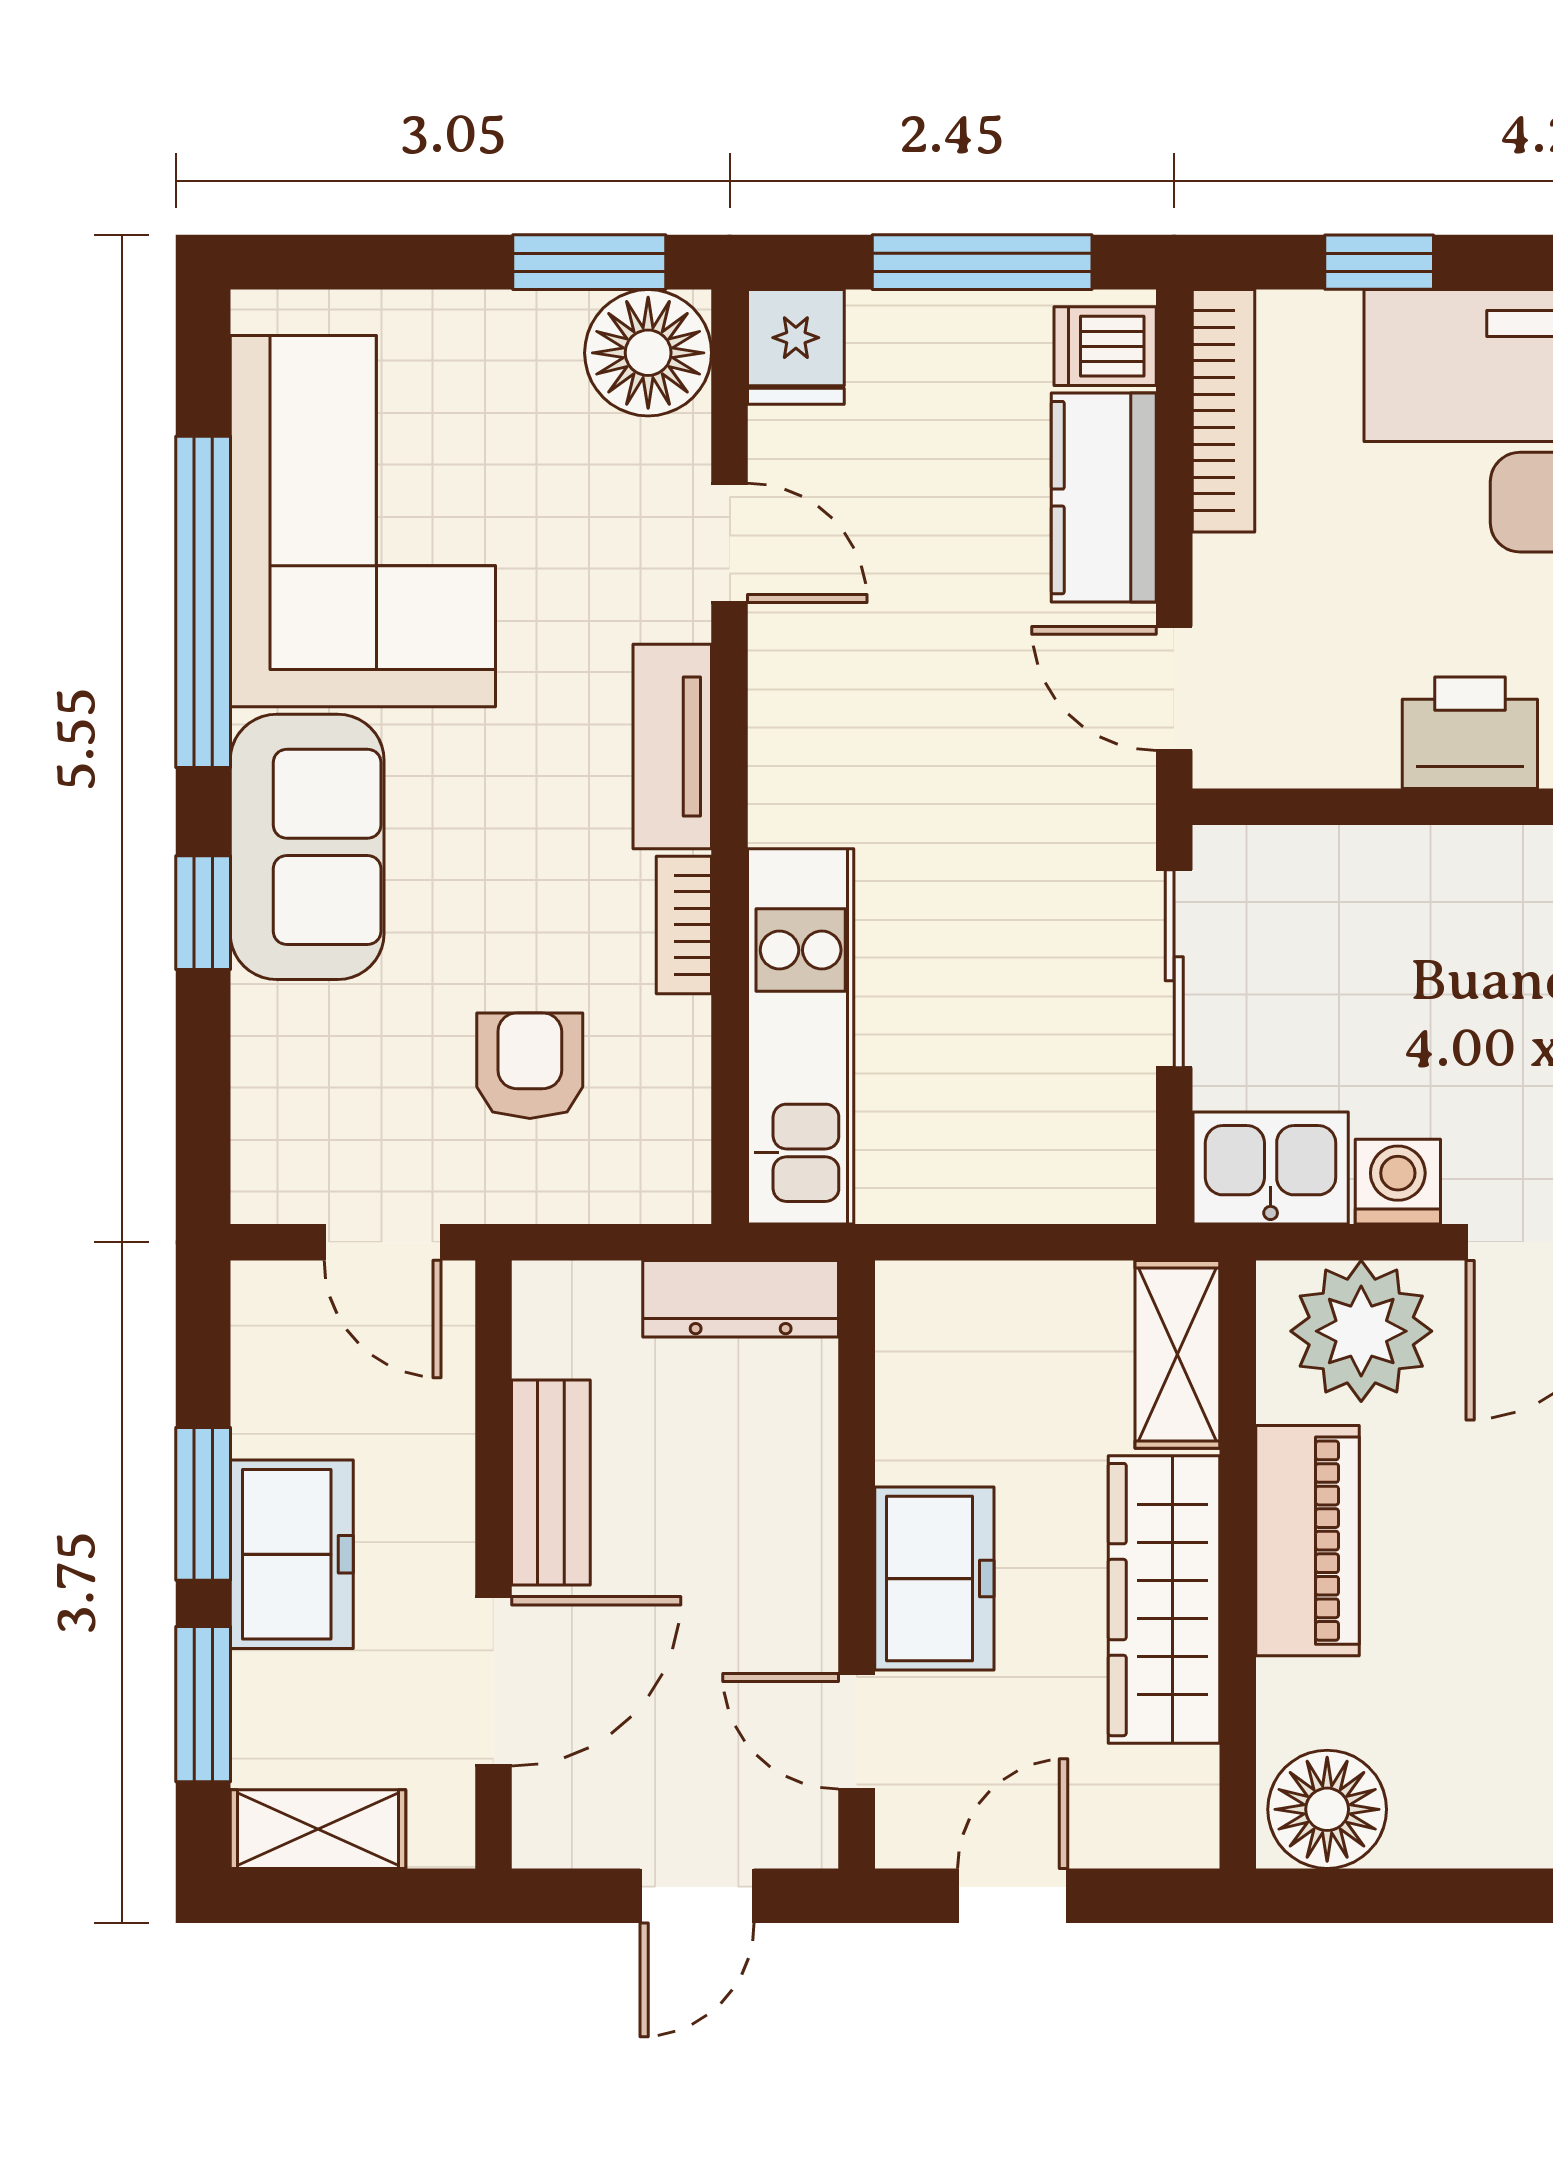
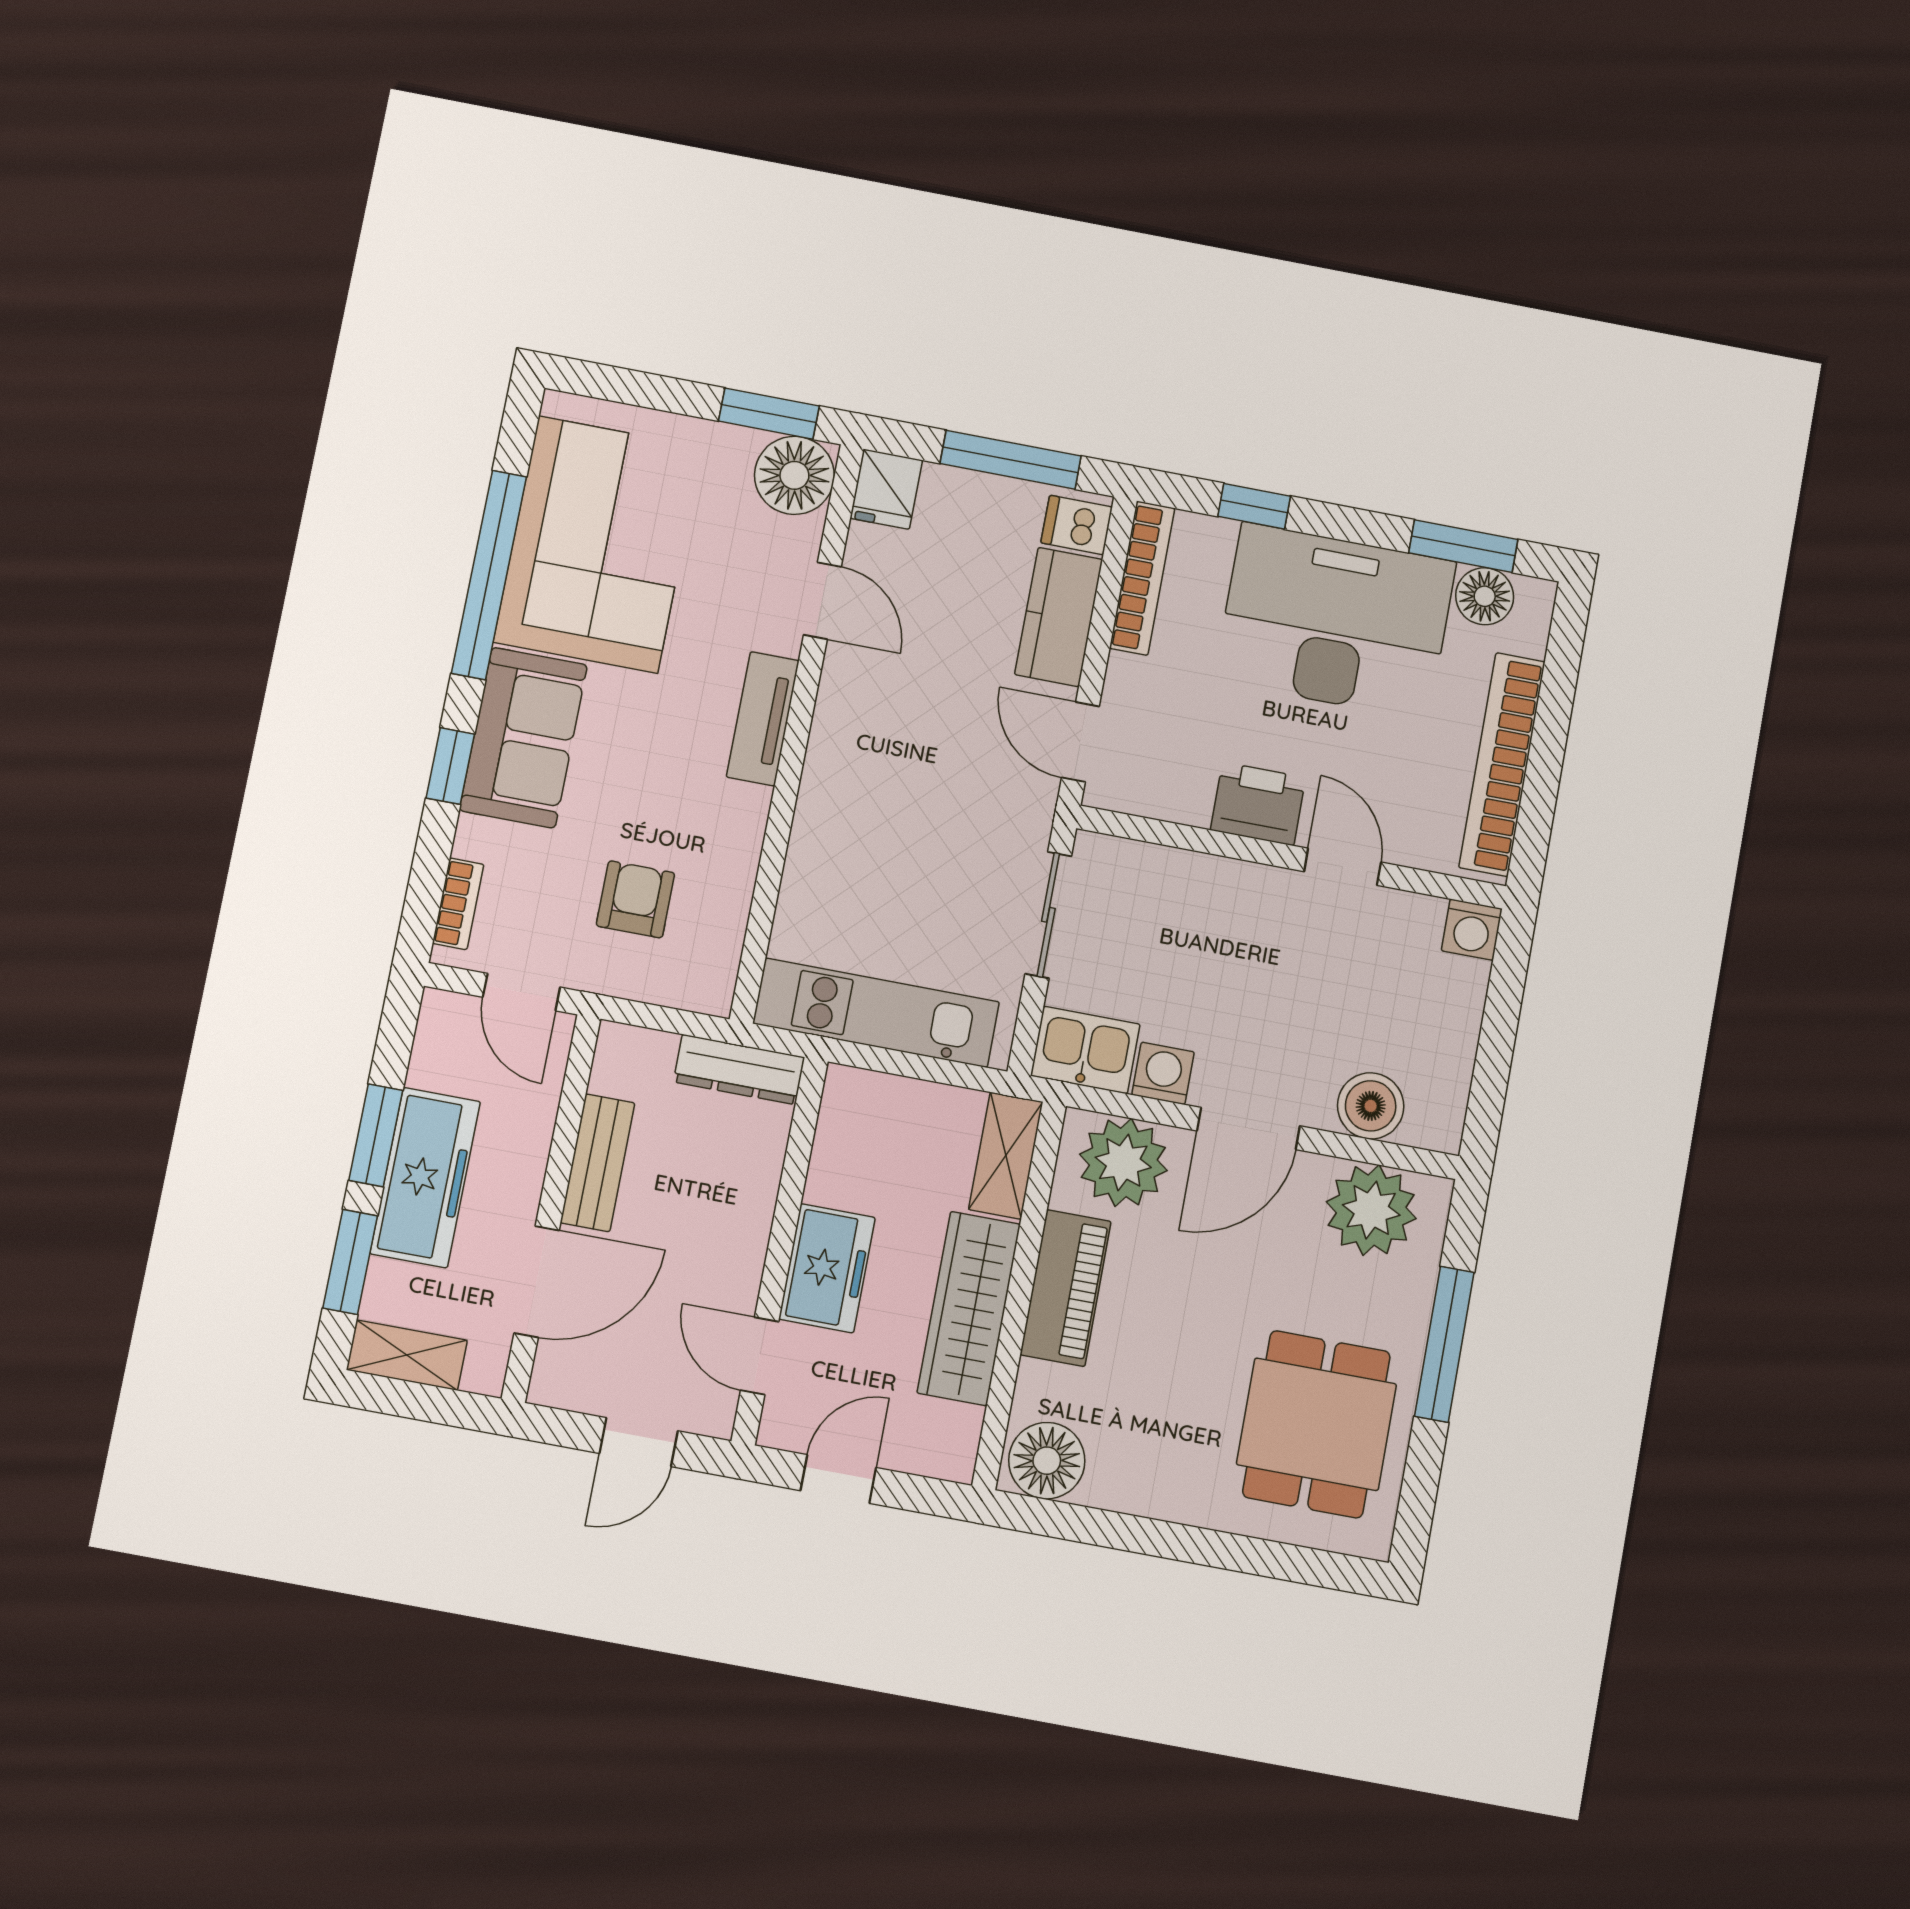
bookcase: (684, 925) -> (458, 904), moved, turned 180
kitchen unit: (801, 1036) -> (876, 1013), moved, turned -90
freezer: (292, 1554) -> (425, 1178), width x1.40

